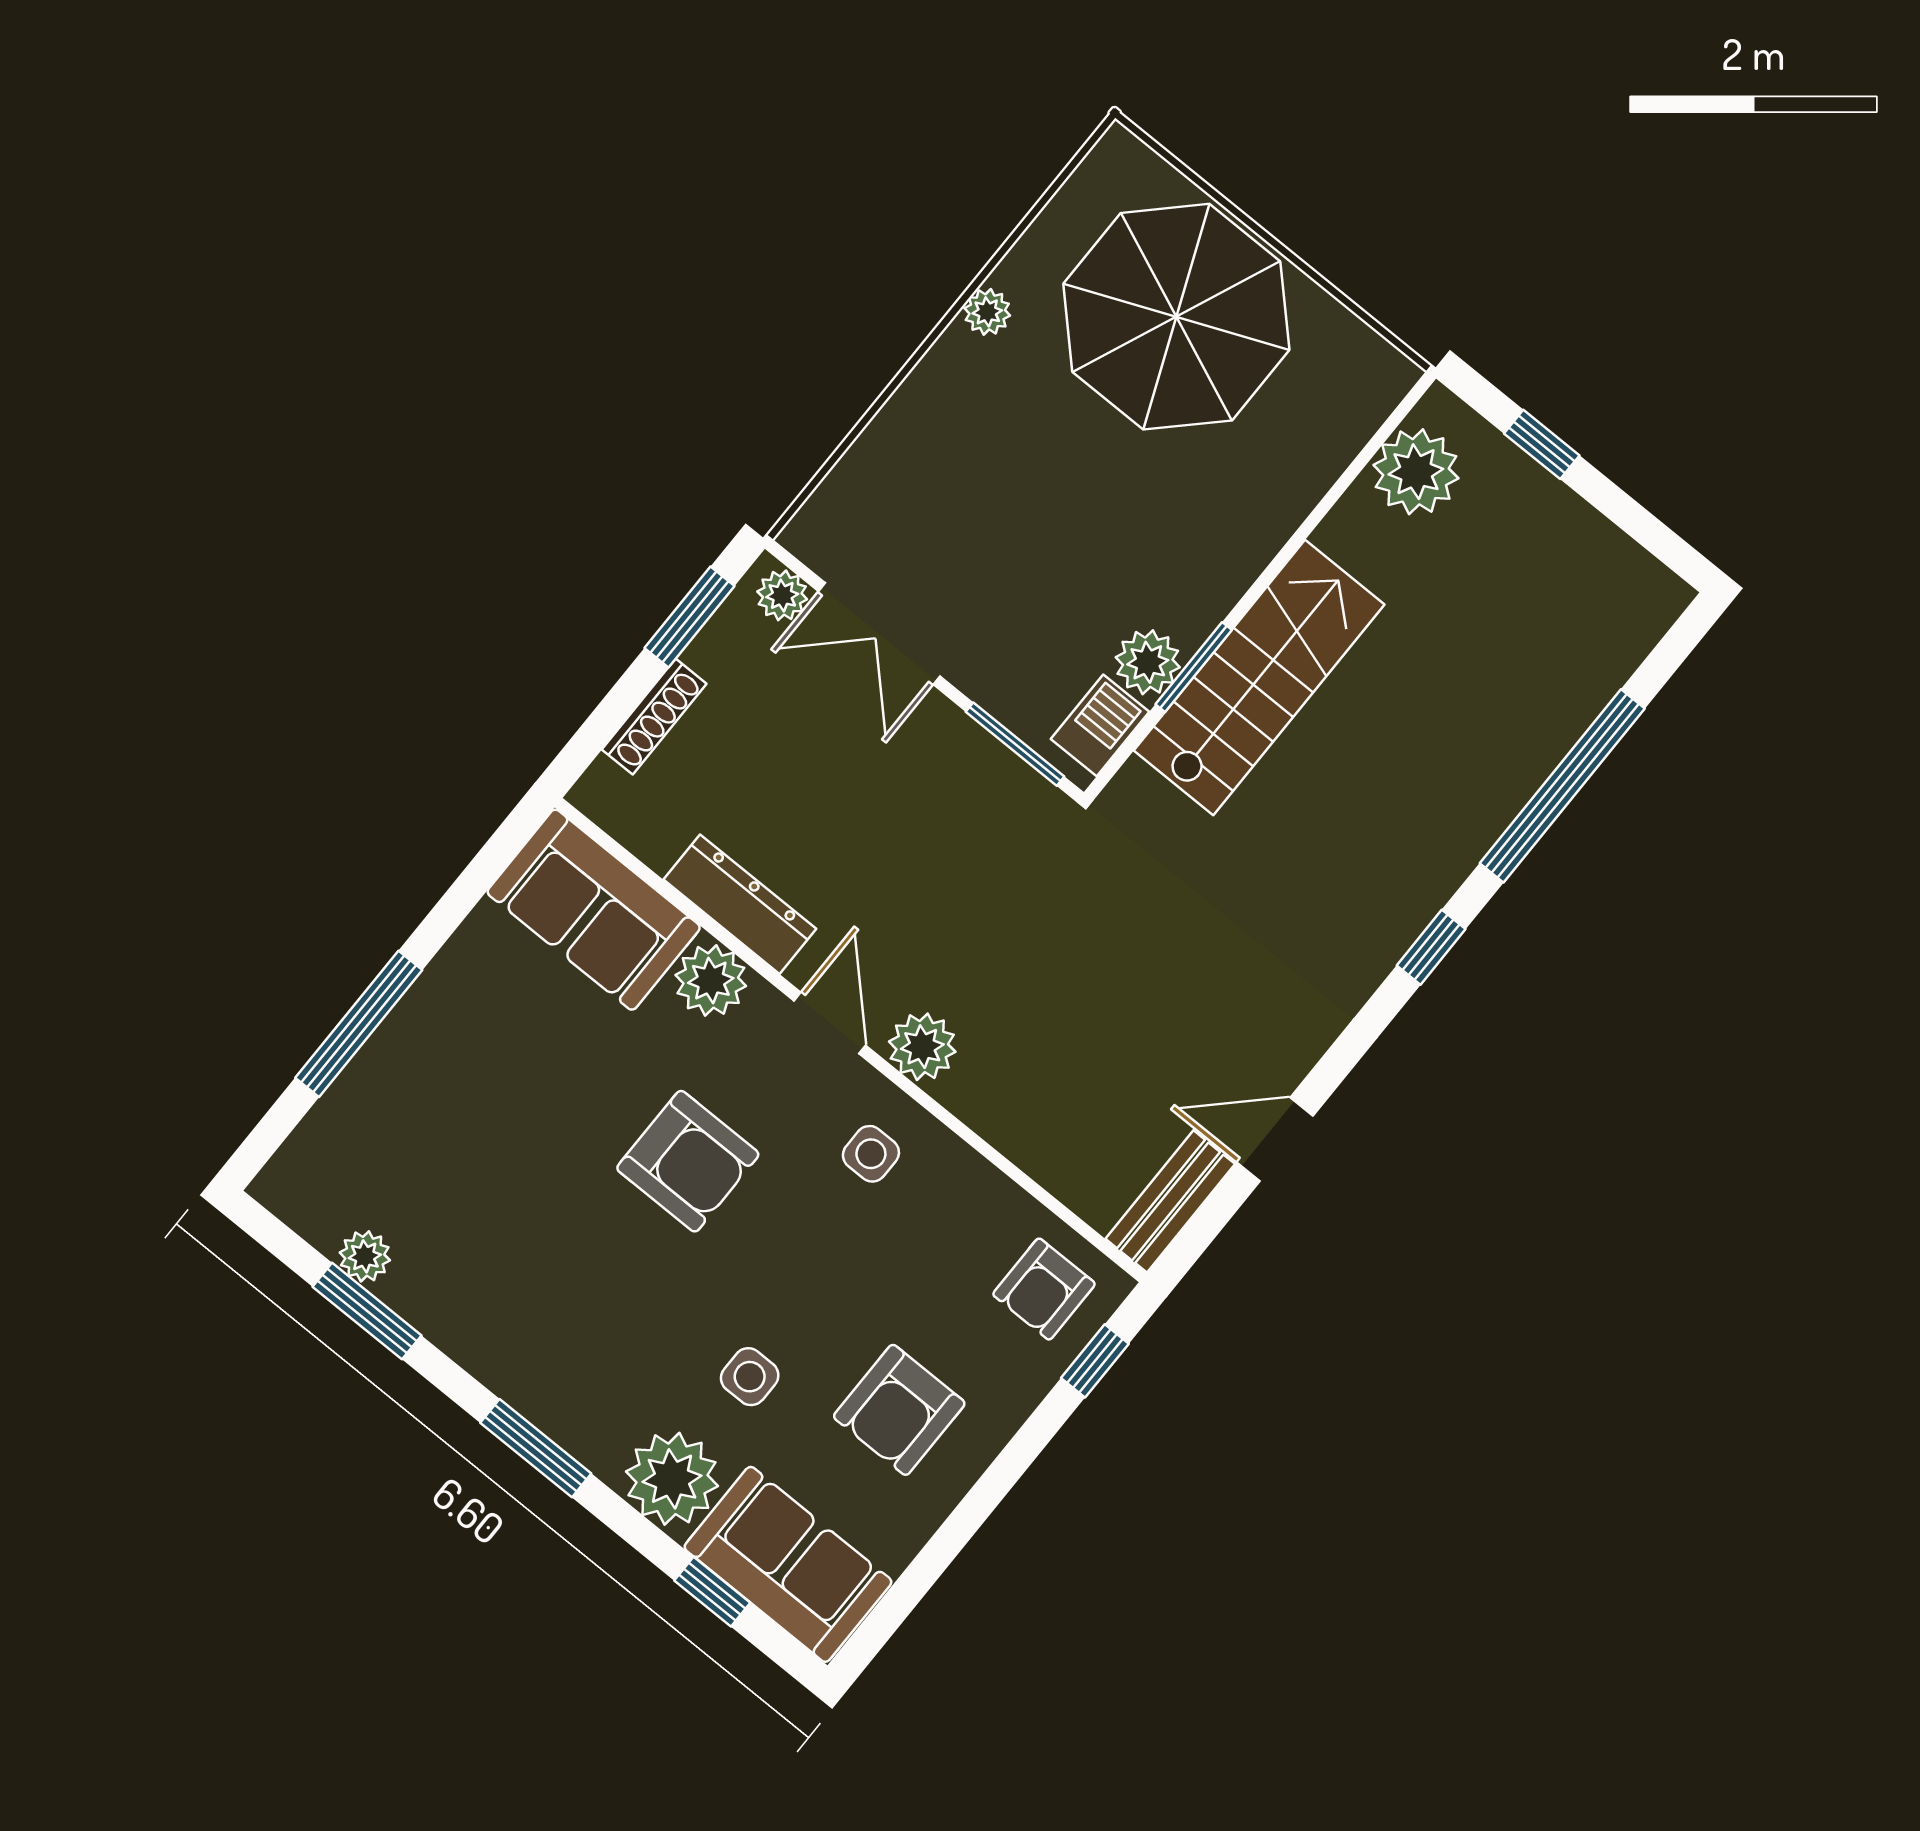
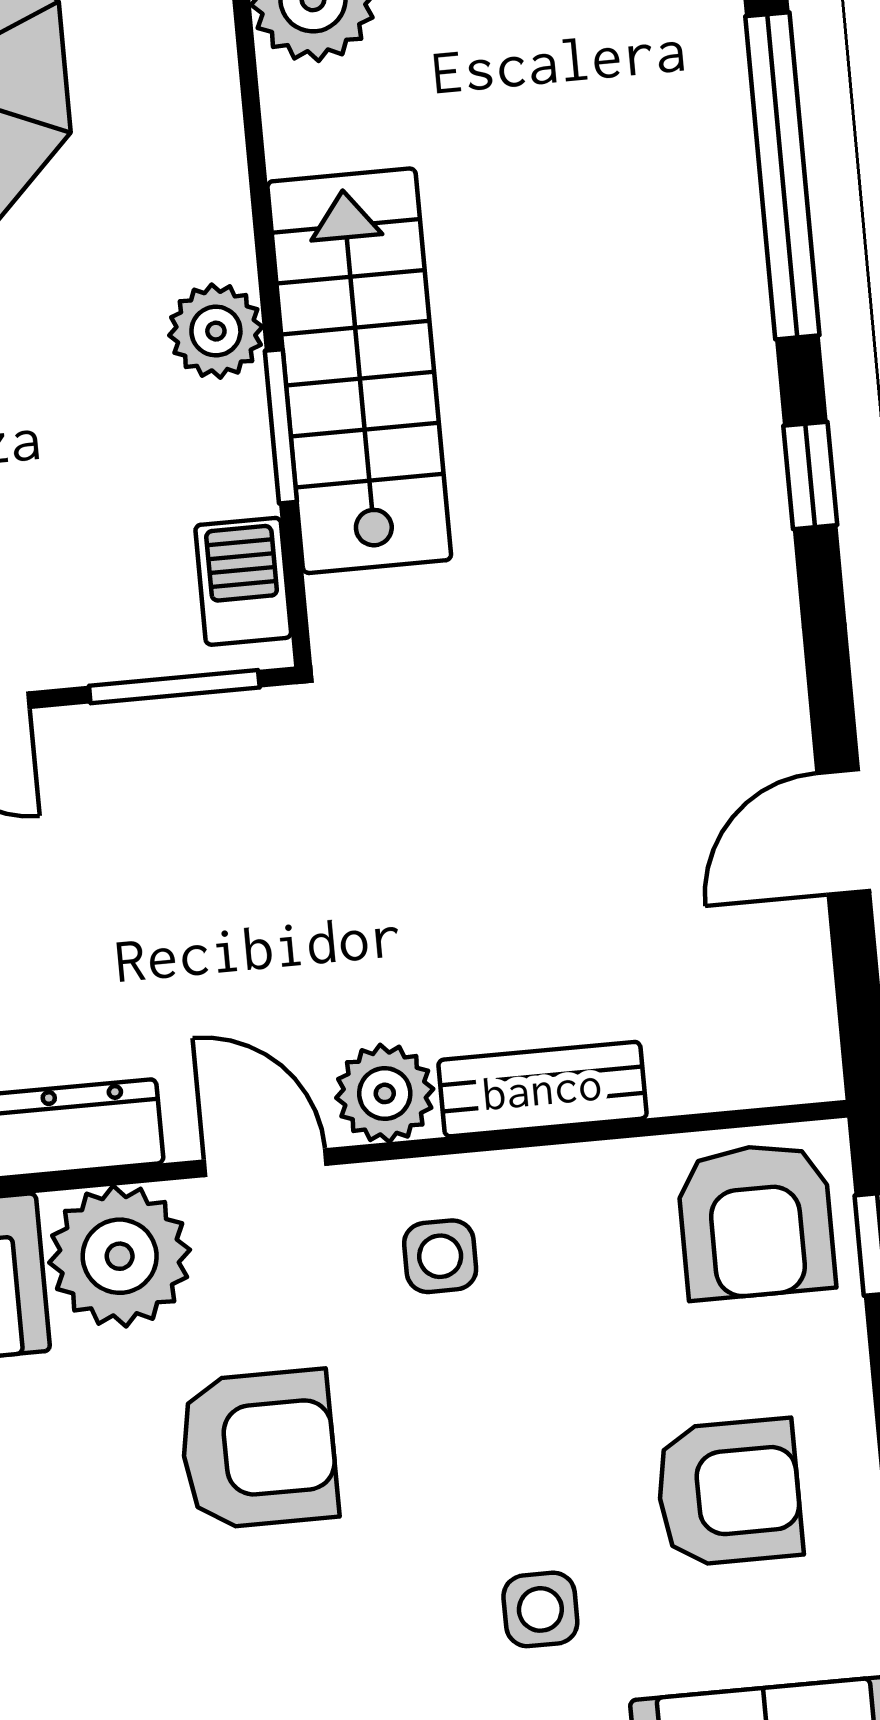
plant: (1148, 662) -> (216, 331), moved
plant: (711, 980) -> (120, 1256), width x1.36, depth x1.36
bench: (1170, 1201) -> (542, 1089), moved, turned 90
armchair: (1044, 1289) -> (756, 1221), width x1.38, depth x1.38
armchair: (899, 1410) -> (729, 1492), turned -90

